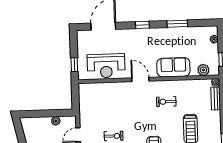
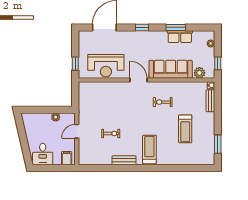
row of seats: (182, 33) -> (180, 37), added
sofa: (173, 67) -> (171, 69), width x1.36

